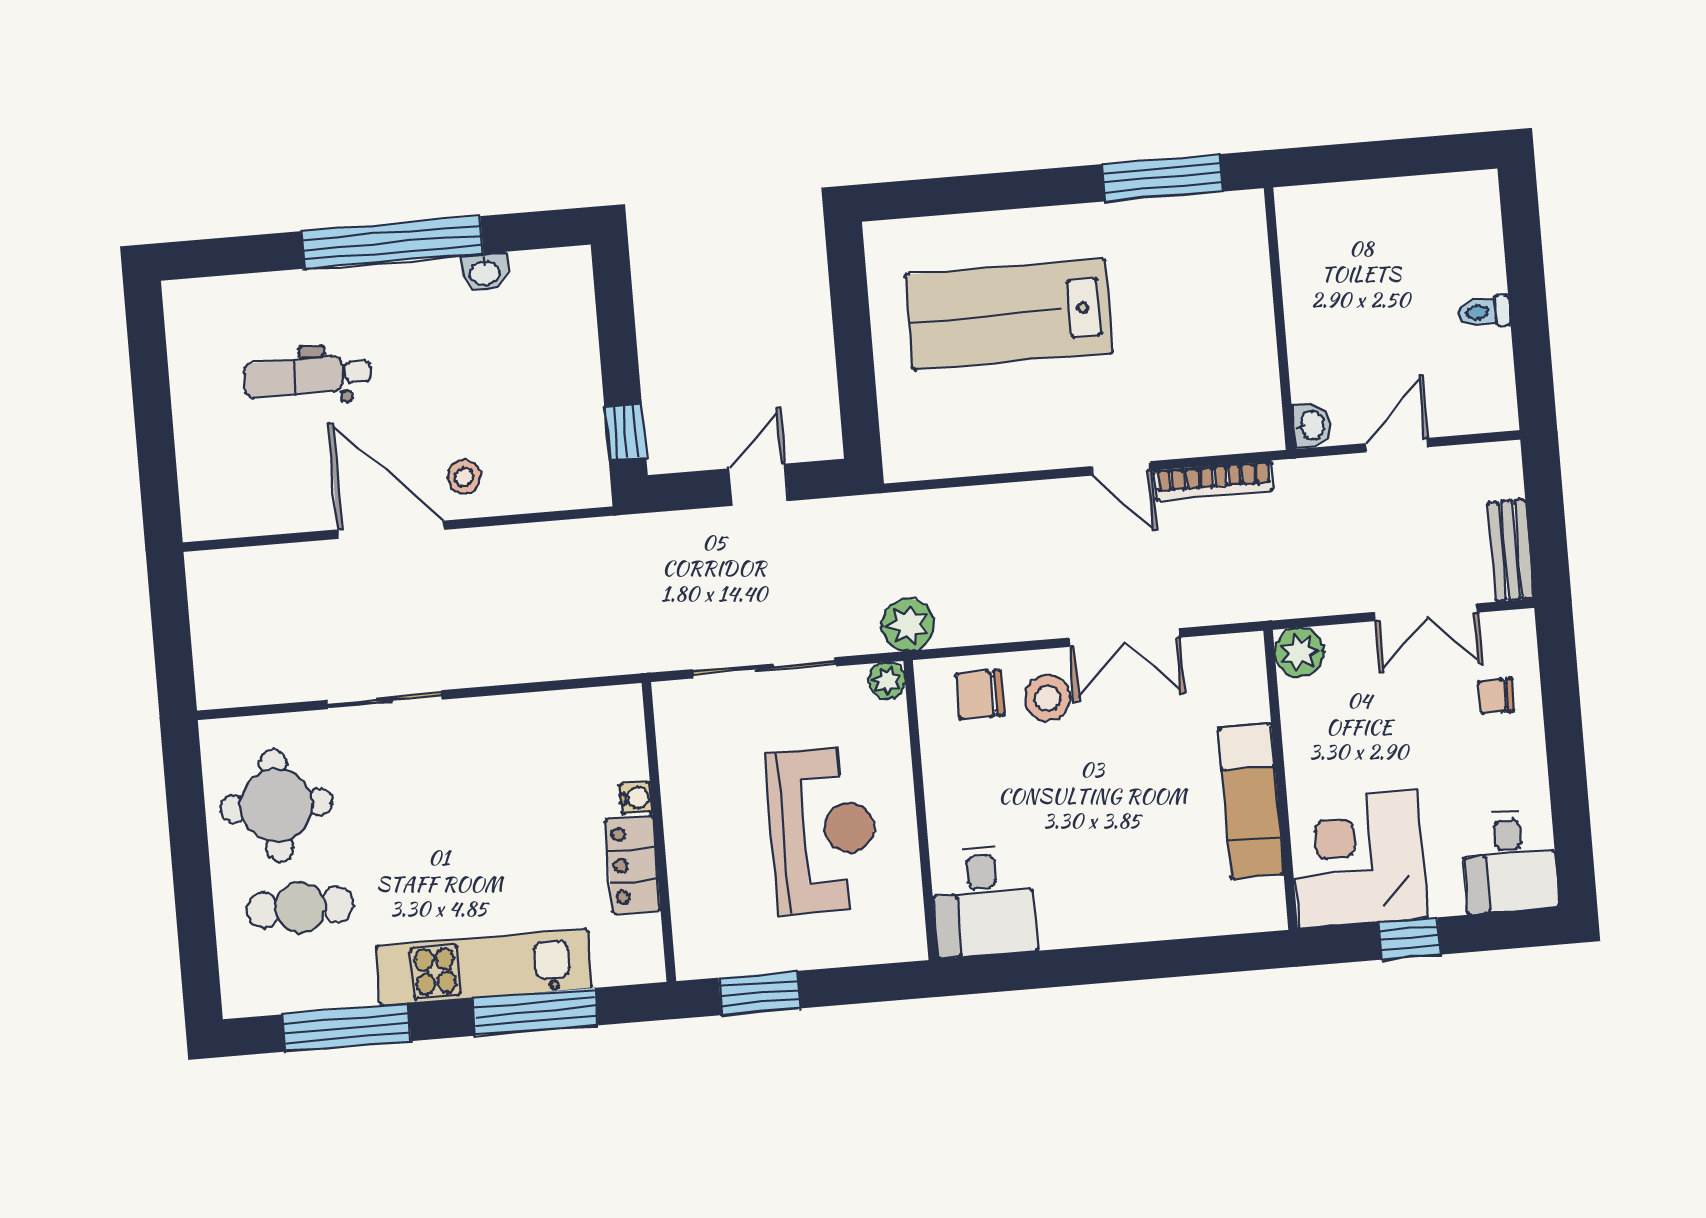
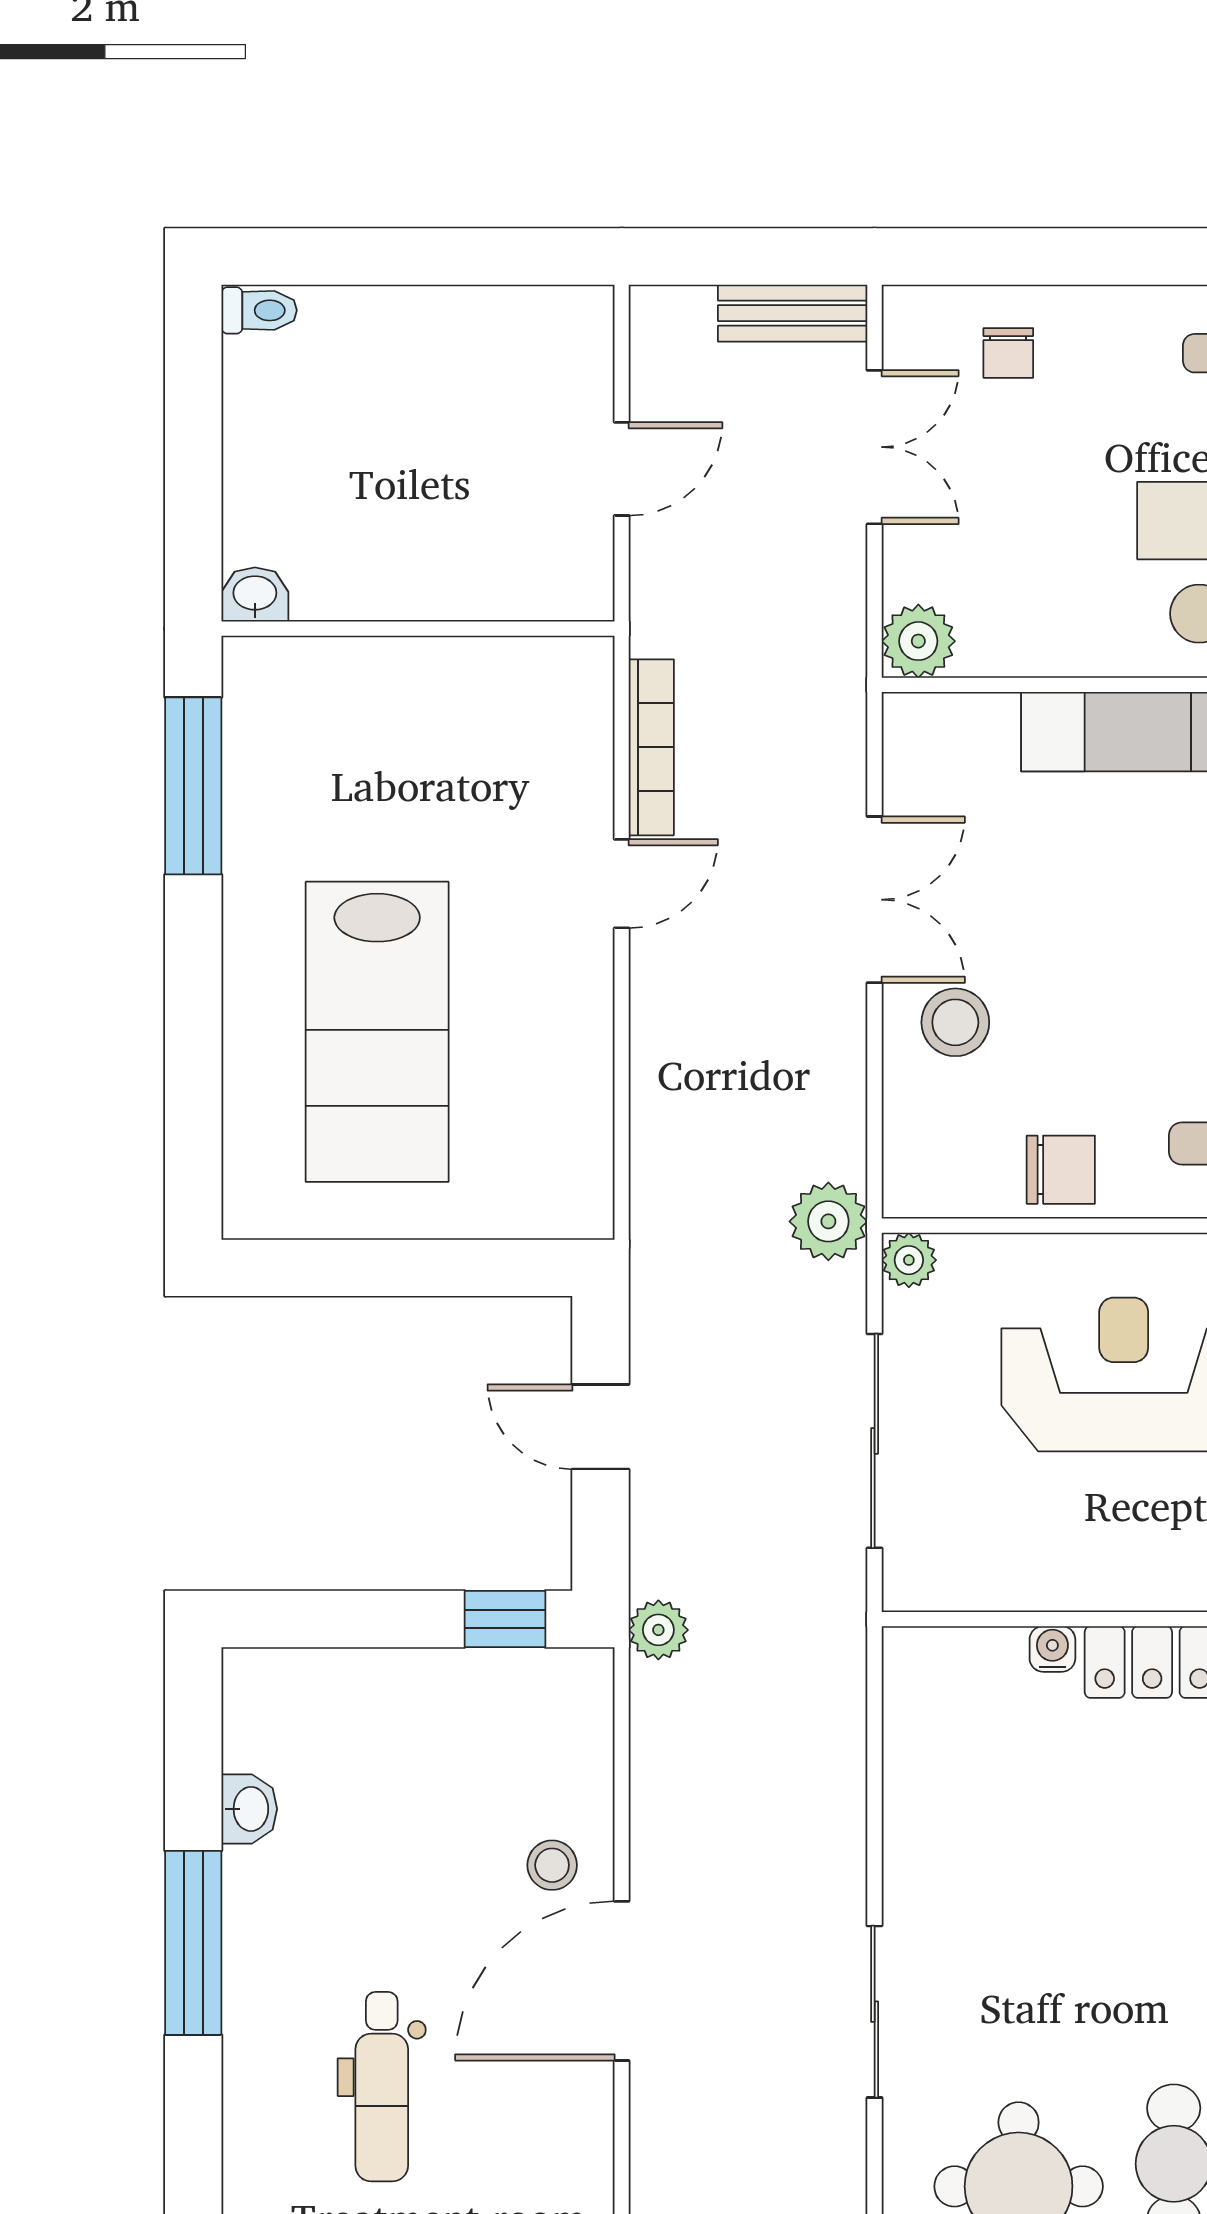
window: (392, 242) -> (193, 1943), width x0.68
toilet: (1484, 312) -> (259, 310), moved, turned -90
washbasin: (1311, 425) -> (255, 595), moved
door: (1397, 445) -> (622, 469), swing flipped
plant: (627, 535) -> (658, 1630), added
chair: (980, 695) -> (1061, 1170), moved, turned -90

